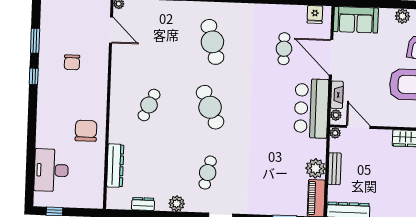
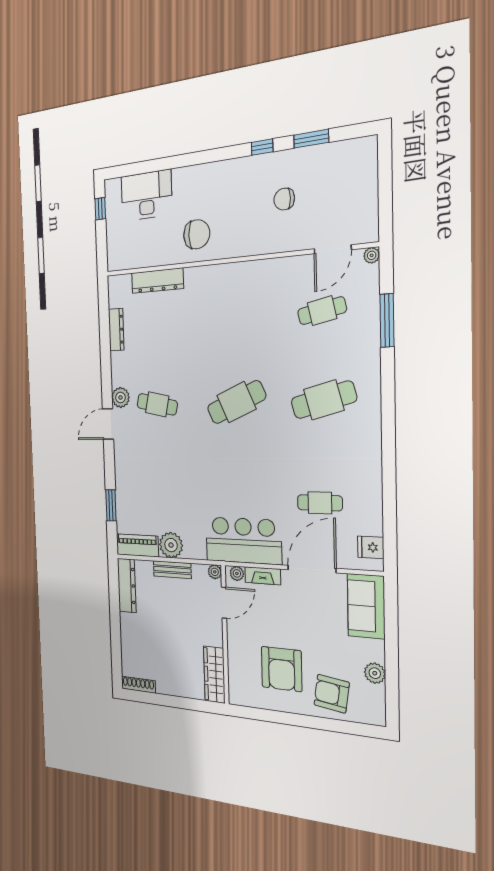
cafe table: (149, 105) -> (322, 311), moved, turned -36
dresser: (143, 204) -> (116, 330), width x1.44
plant: (177, 204) -> (120, 397), moved

